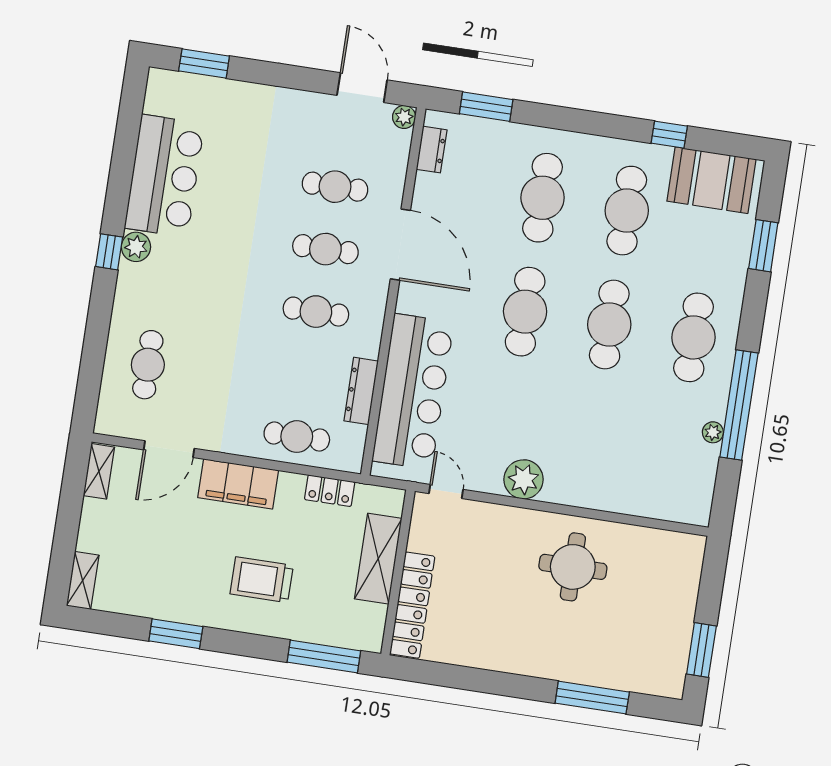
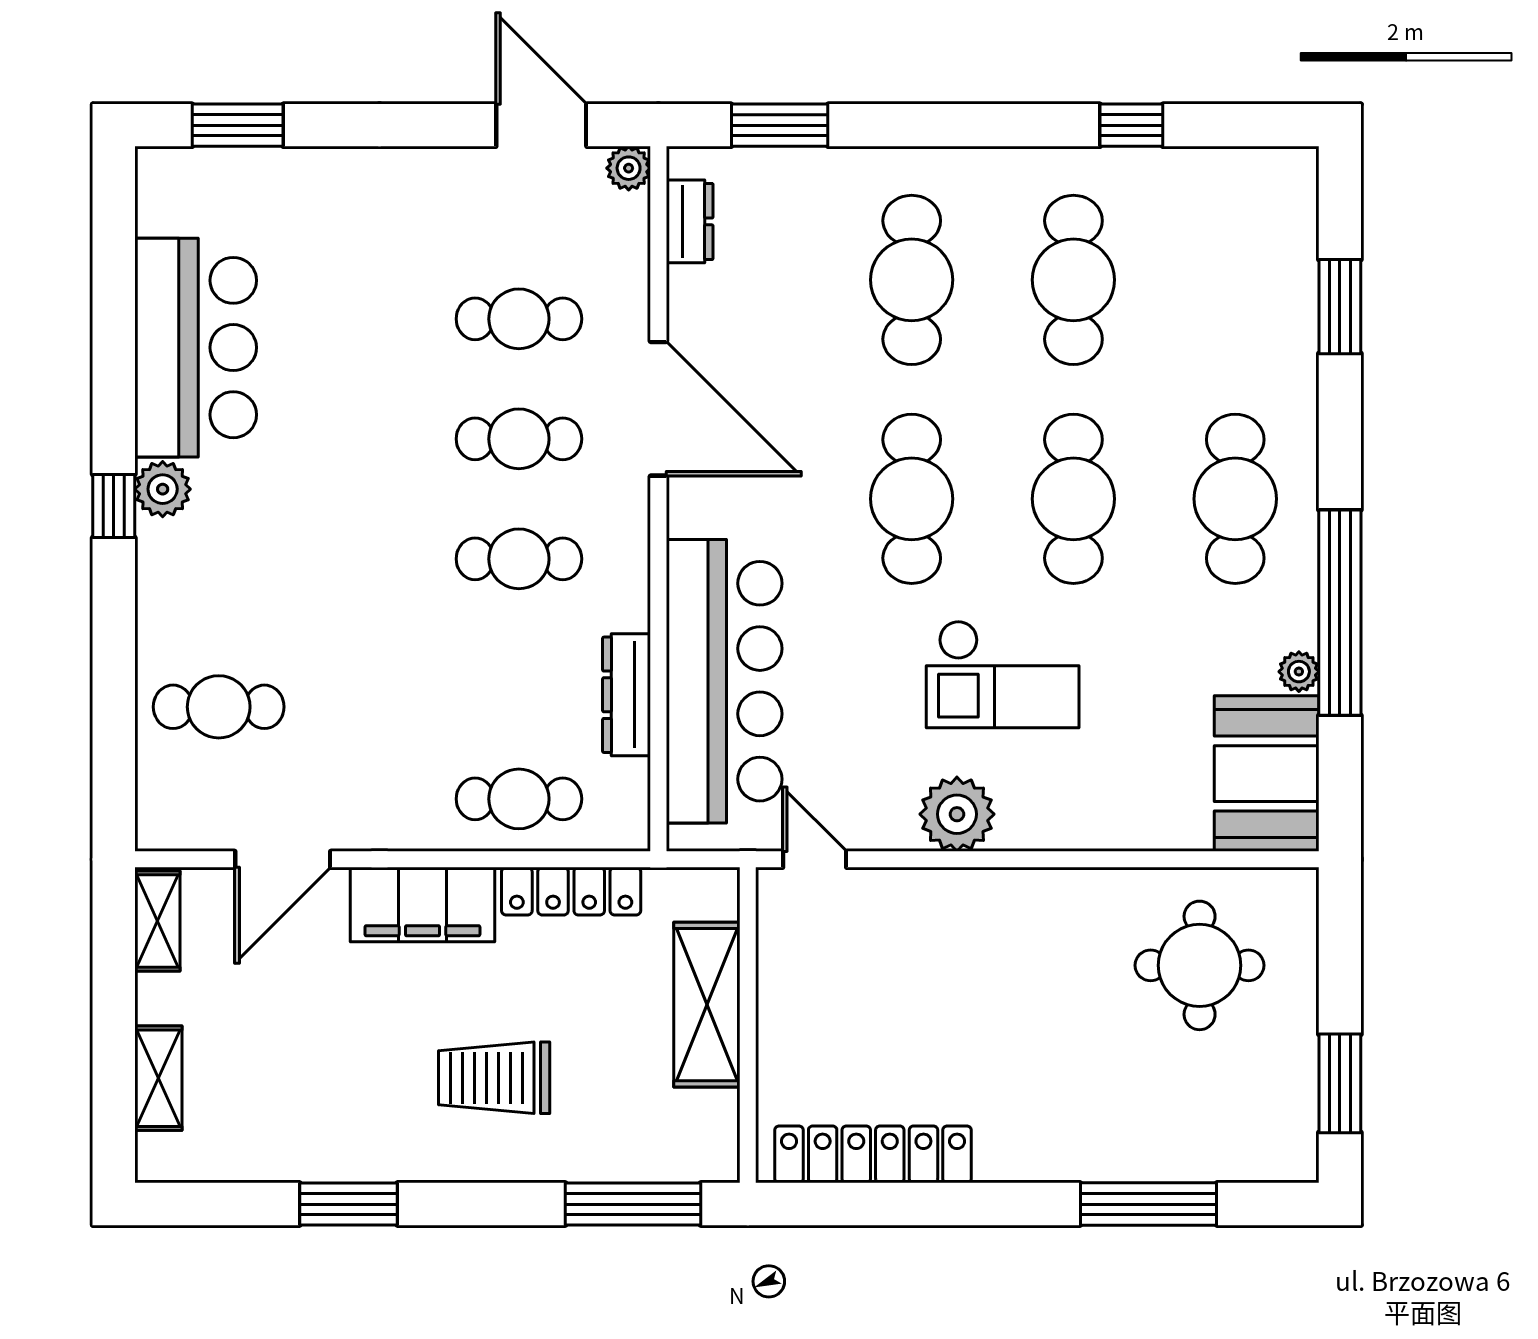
booth: (711, 180) -> (1267, 774), moved, turned 90
cafe table: (148, 365) -> (219, 707), turned 90
checkout: (558, 410) -> (1003, 674), added
locker: (330, 491) -> (571, 891), width x1.53
round table: (573, 567) -> (1200, 965), moved
shelving: (83, 581) -> (158, 1078), moved
locker: (412, 605) -> (873, 1154), moved, turned -90

